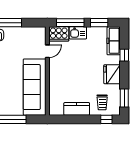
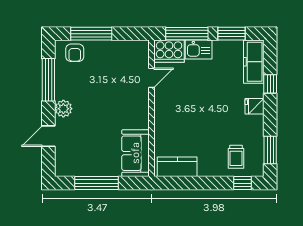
fridge: (112, 74) -> (254, 106), width x0.53, depth x0.75
sofa: (35, 87) -> (135, 153), width x0.54, depth x0.79
kitchen counter: (77, 109) -> (177, 167), moved

